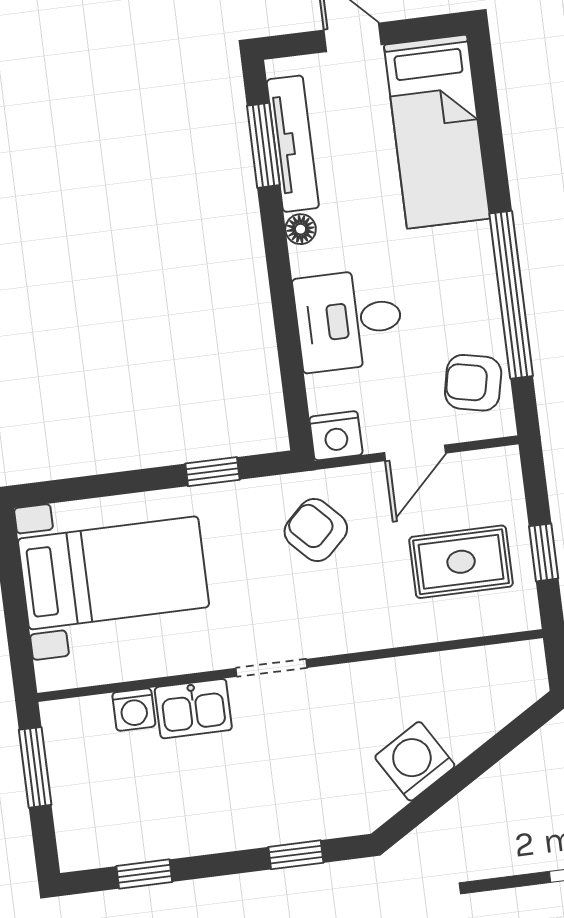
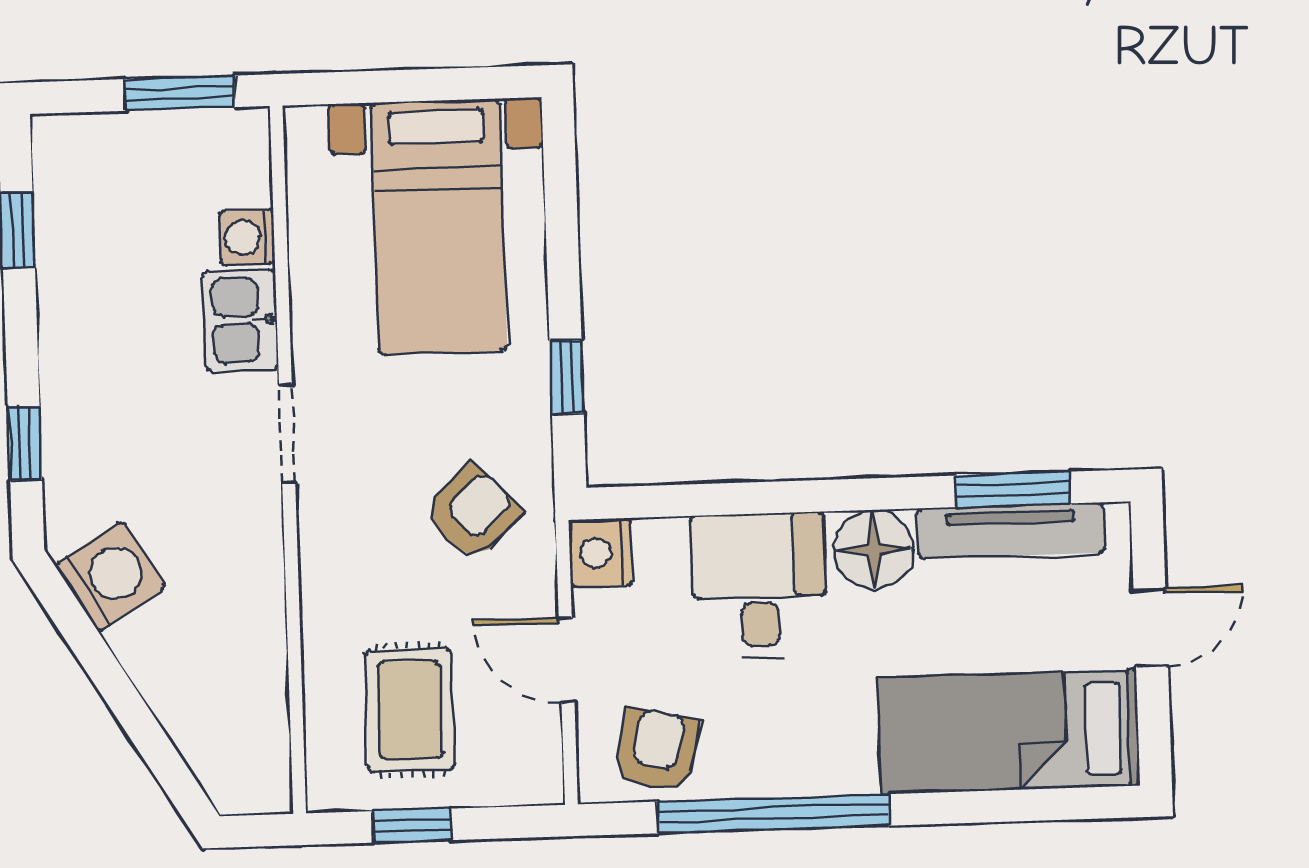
floor lamp: (301, 229) -> (873, 549), width x1.89, depth x1.89
washing machine: (415, 761) -> (110, 576), moved

